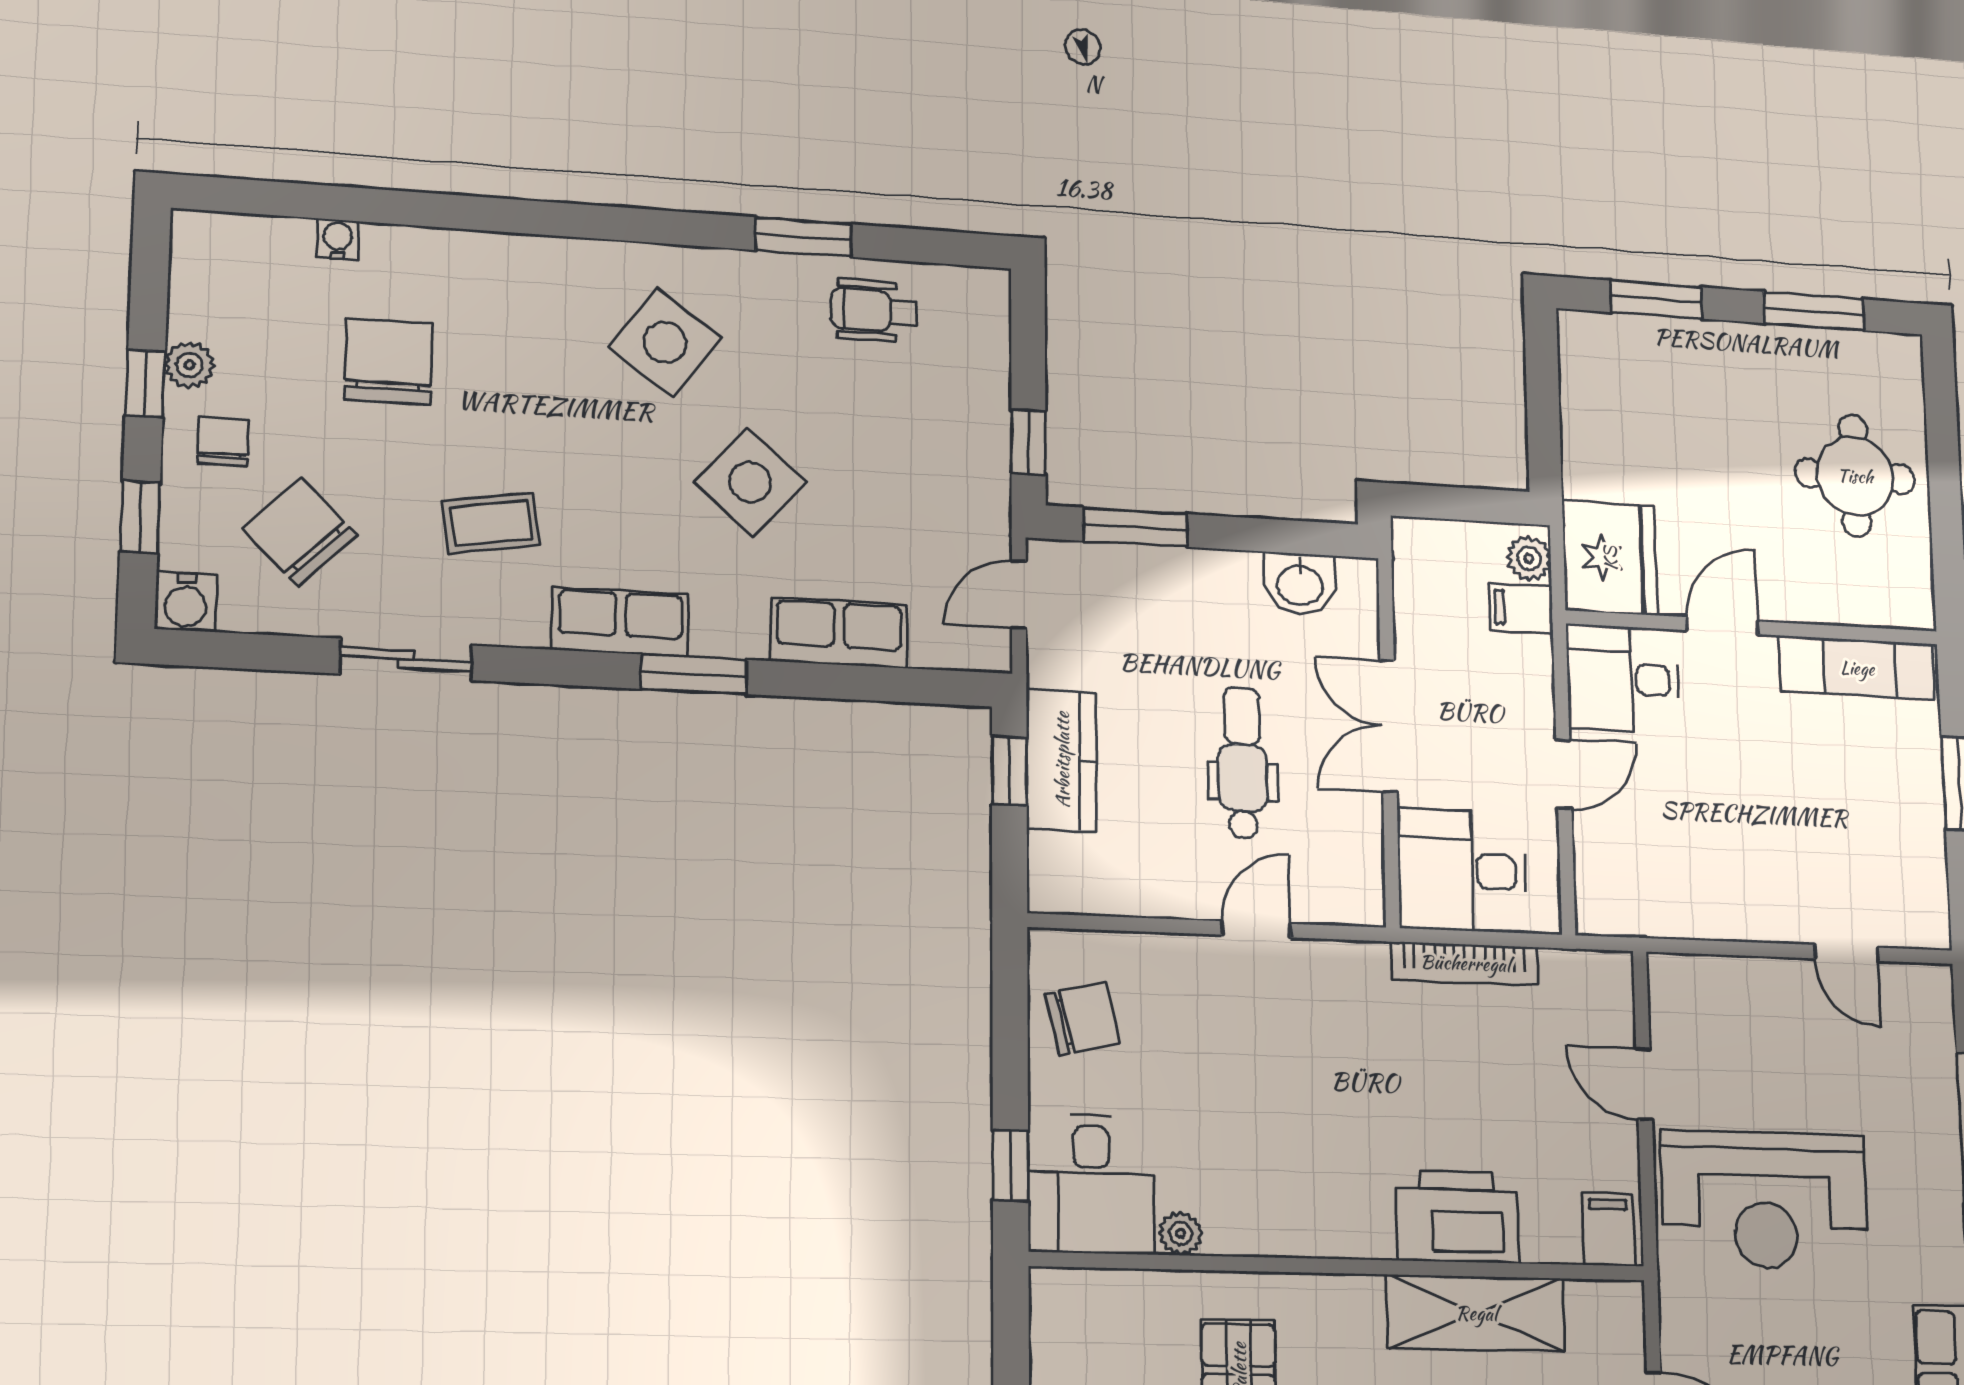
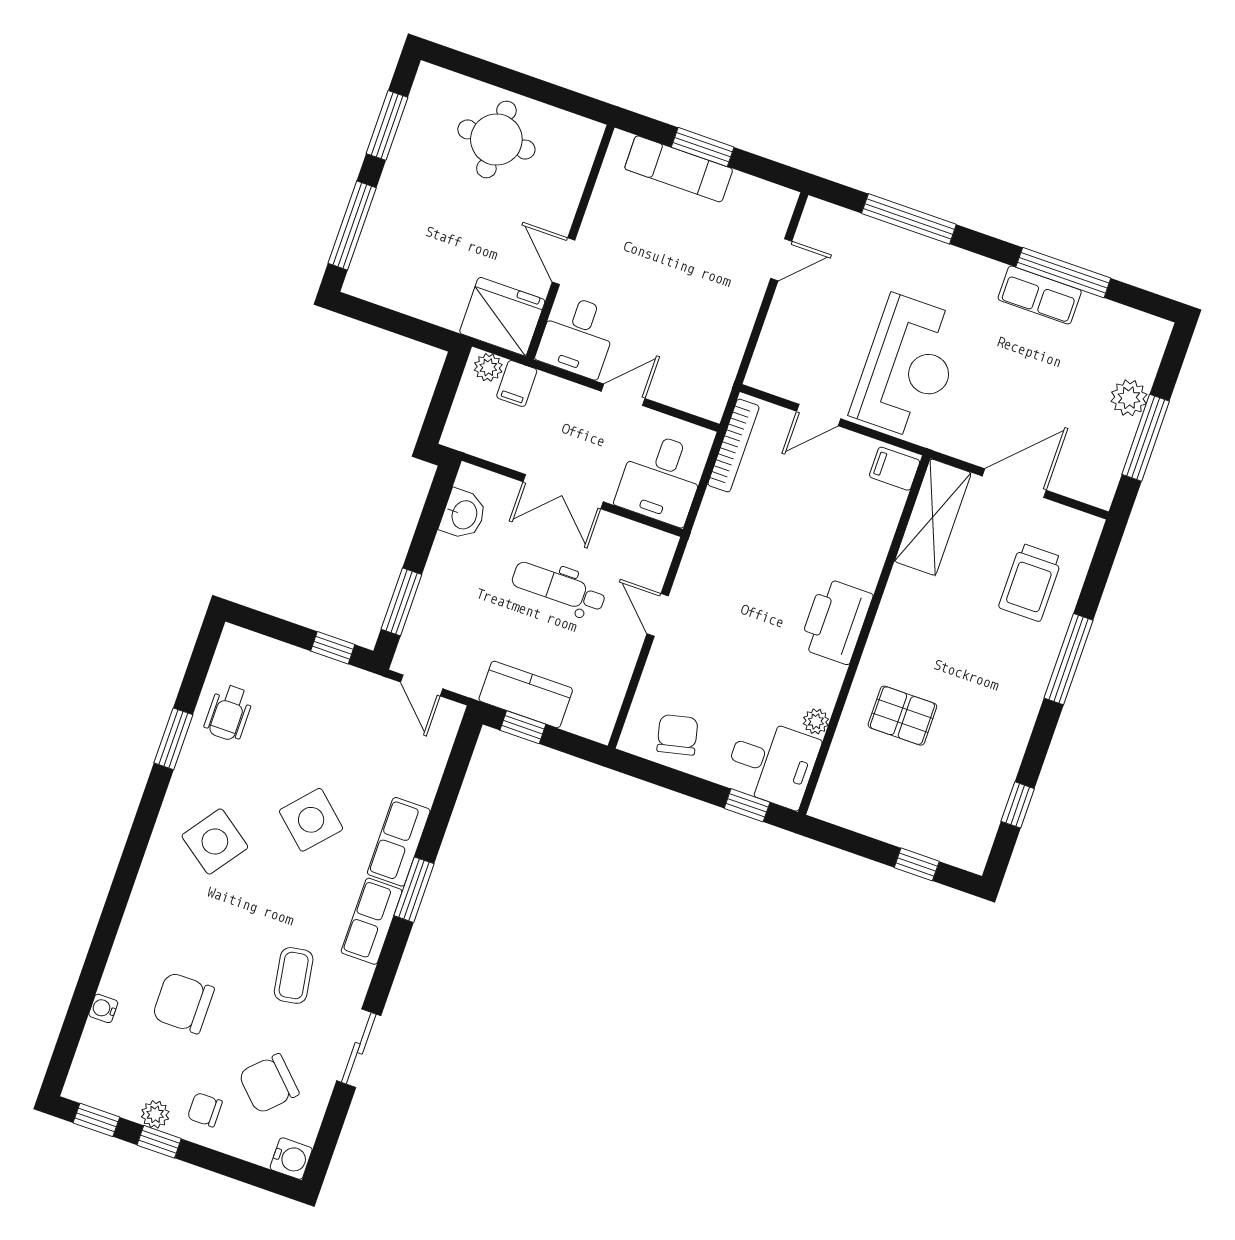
window: (1656, 300) -> (352, 226), width x1.44
window: (140, 517) -> (96, 1120), moved
row of seats: (839, 633) -> (399, 842), moved
exam couch: (1857, 668) -> (679, 169), moved, turned 90
door: (1564, 774) -> (623, 395), hinge flipped
bookcase: (1465, 963) -> (733, 446), moved
printer: (1457, 1217) -> (836, 621), moved
shelving: (1476, 1313) -> (933, 517), moved

